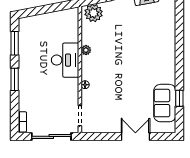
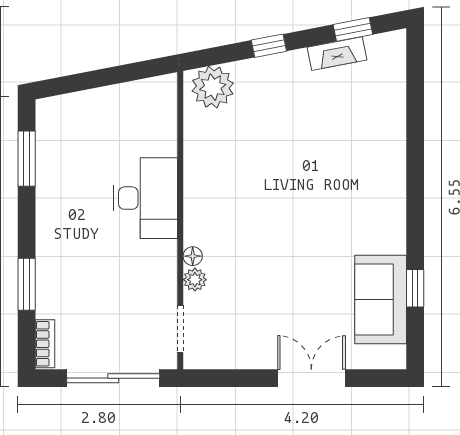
plant: (86, 50) -> (195, 280), moved
window: (15, 79) -> (27, 284), moved

